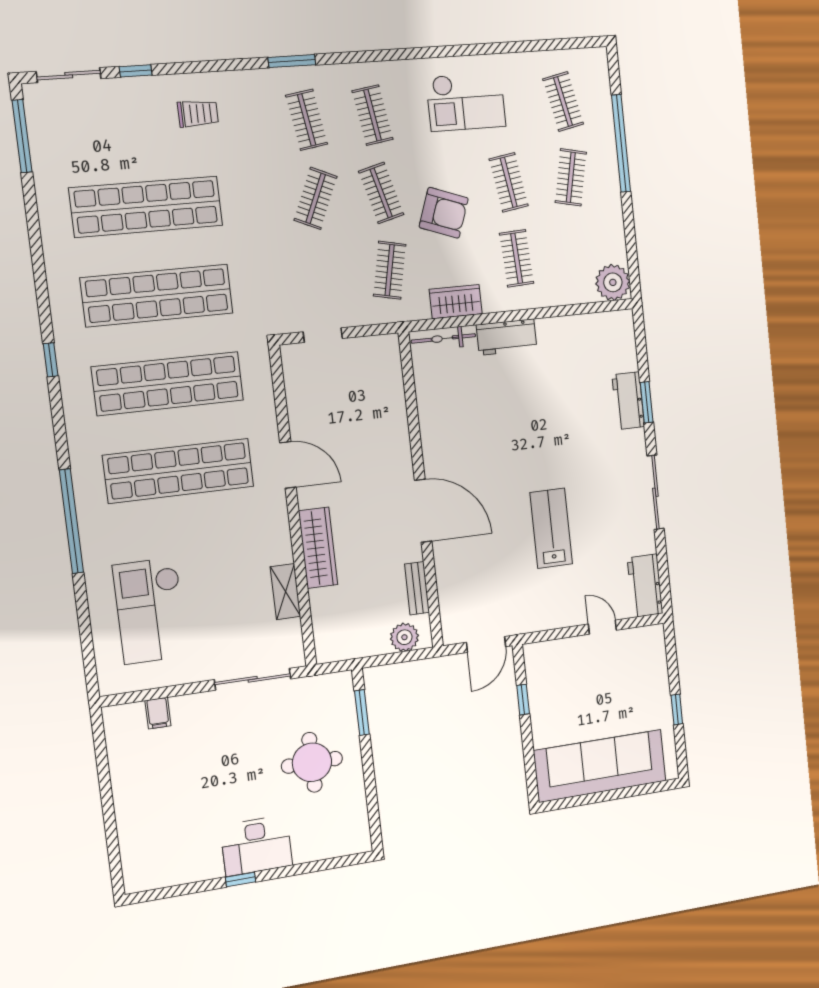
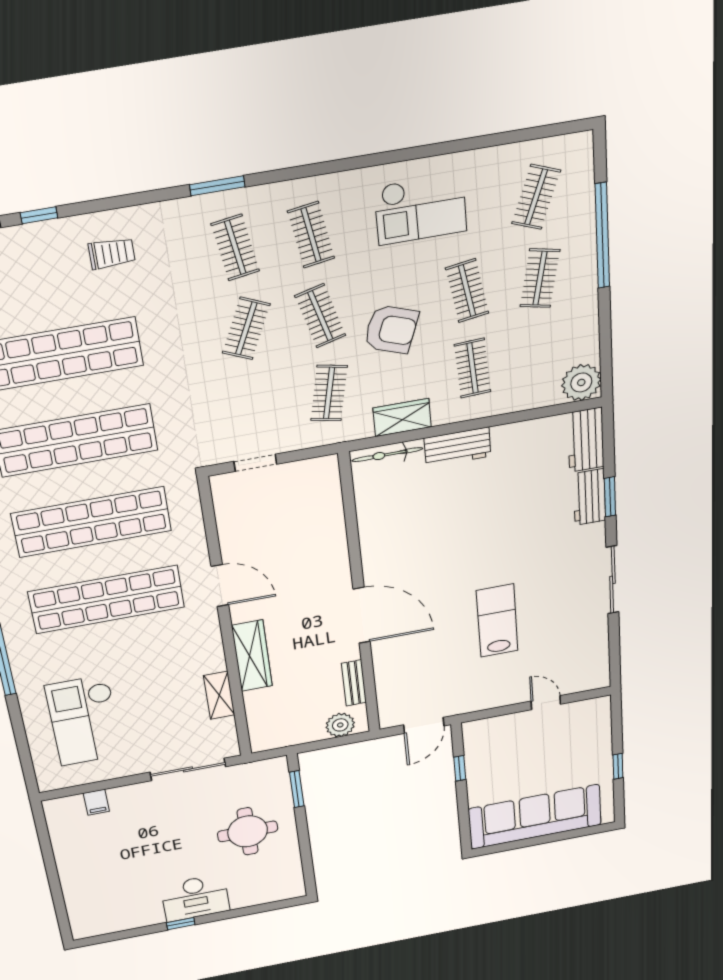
clothes rail: (563, 102) -> (536, 197), turned 33
workbench: (645, 586) -> (586, 440), moved

